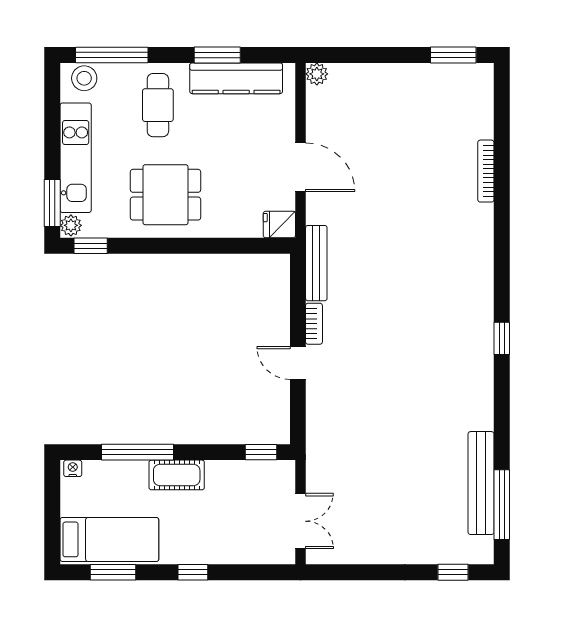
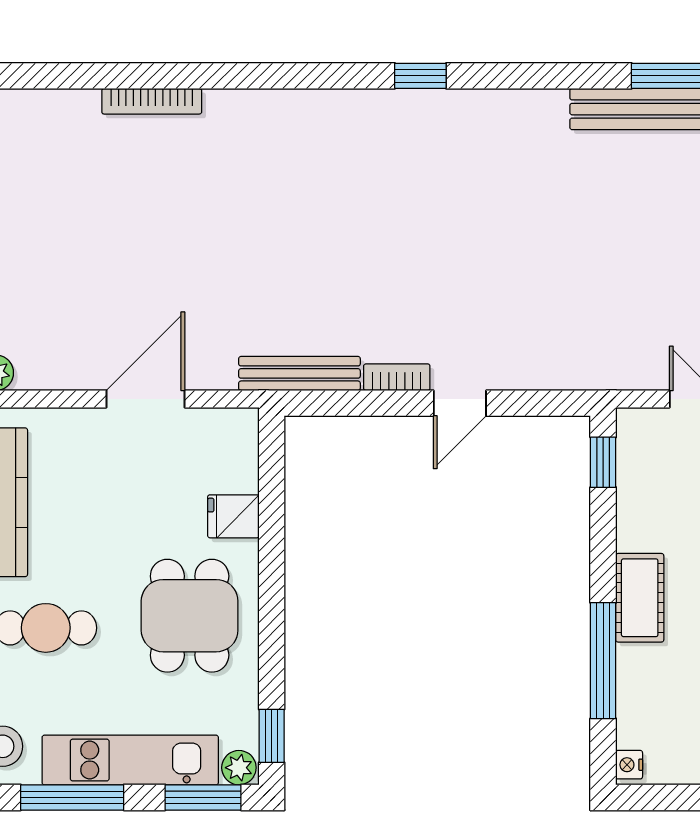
window: (52, 122) -> (72, 797), added
fridge: (279, 225) -> (233, 516), moved, turned 90

